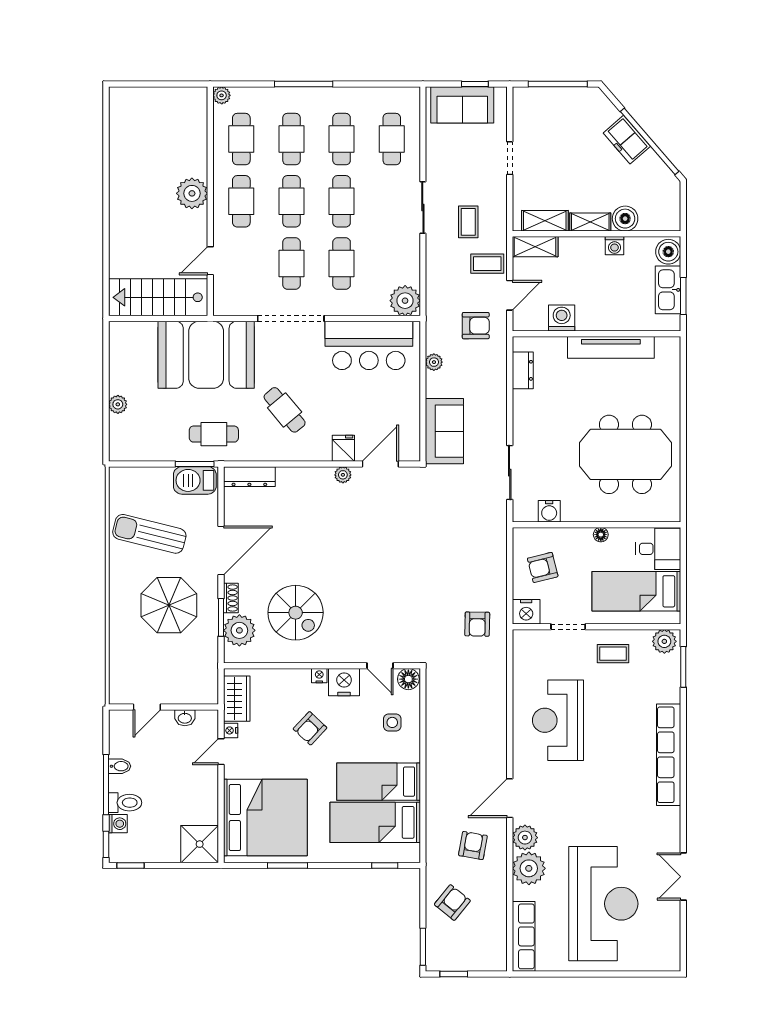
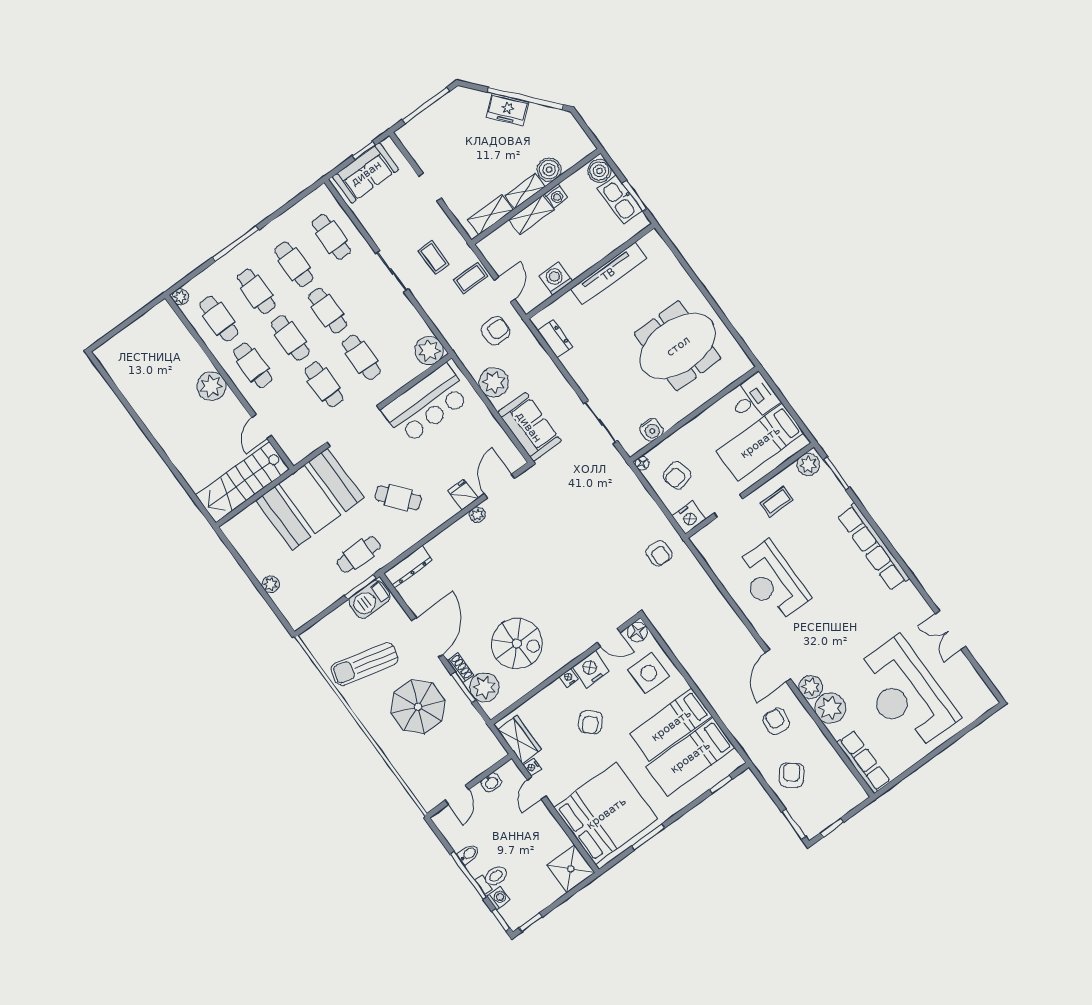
shelving: (535, 247) -> (531, 215), moved
plant: (434, 362) -> (494, 382), width x1.87, depth x1.87
floor lamp: (601, 535) -> (642, 463), moved
side table: (392, 722) -> (649, 673), width x1.87, depth x1.87
reception desk: (603, 904) -> (905, 694), turned 180

